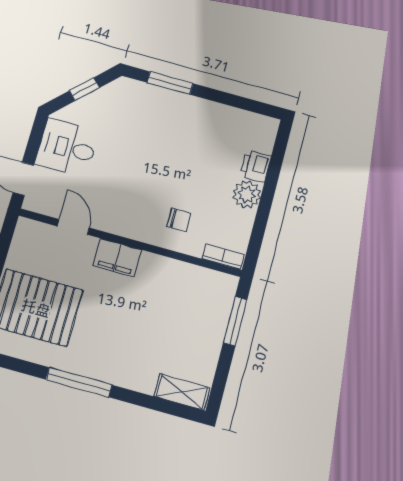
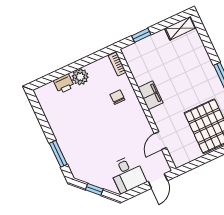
filing cabinet: (117, 258) -> (150, 95), moved
window: (235, 321) -> (141, 35), width x0.67
shelving: (182, 392) -> (180, 28), moved, turned 90

